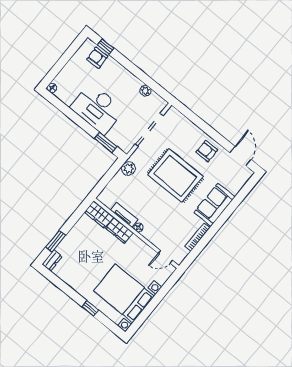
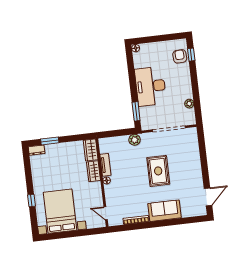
armchair: (207, 151) -> (191, 174), removed
rug: (175, 176) -> (158, 171), width x0.73, depth x0.69

